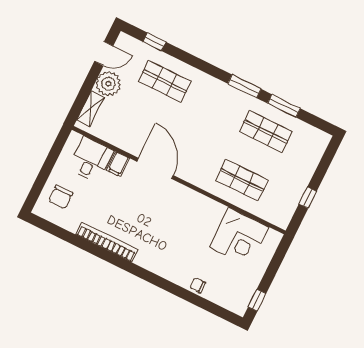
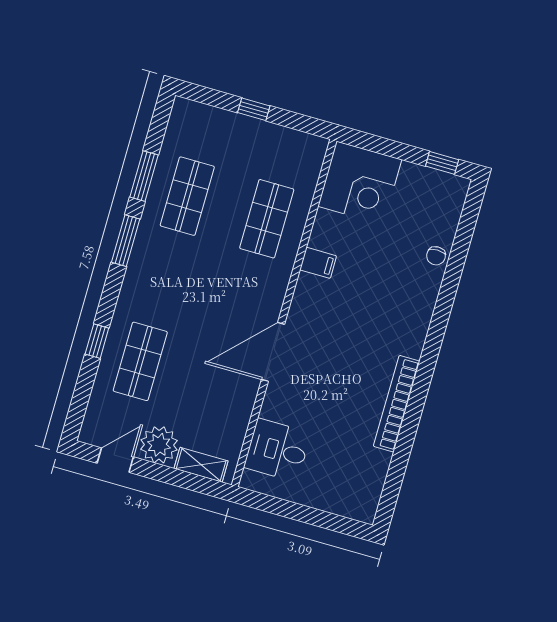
window: (154, 42) -> (97, 341), moved
door: (104, 54) -> (115, 460), hinge flipped
filing cabinet: (118, 164) -> (318, 263), moved
chair: (61, 197) -> (342, 485), removed
window: (308, 198) -> (254, 109), moved
corner desk: (239, 237) -> (360, 183), moved, turned 90

